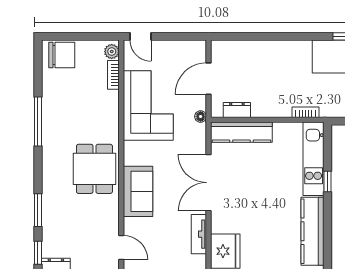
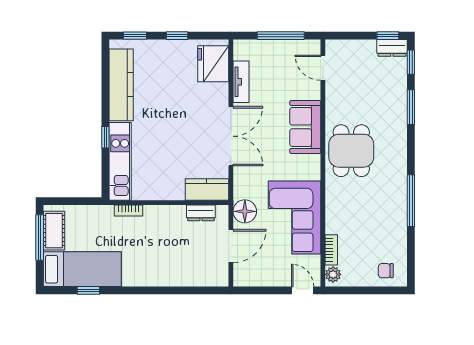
chair: (62, 55) -> (386, 271), width x0.54, depth x0.54
floor lamp: (201, 116) -> (245, 211), width x1.89, depth x1.89
kitchen counter: (241, 132) -> (207, 189), width x0.67

